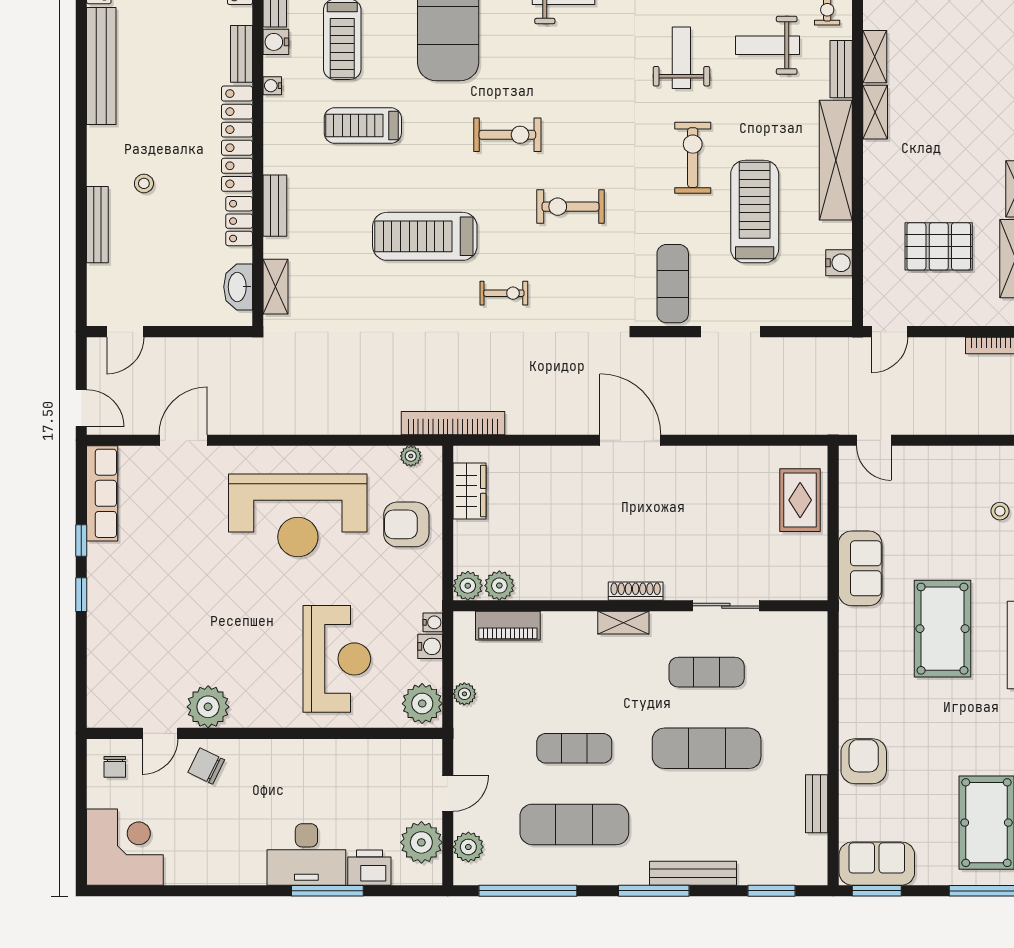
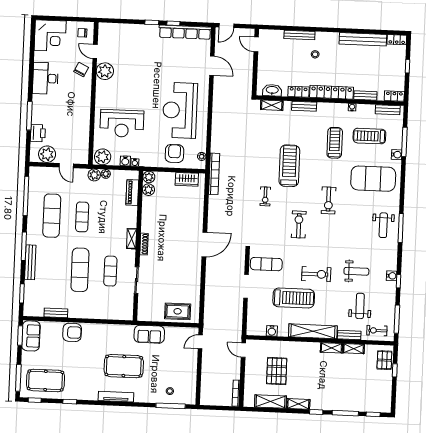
water cooler: (276, 42) -> (370, 109), removed
row of seats: (102, 493) -> (185, 32), width x1.36
plant: (468, 847) -> (94, 175), moved
desk: (306, 854) -> (45, 78), moved

